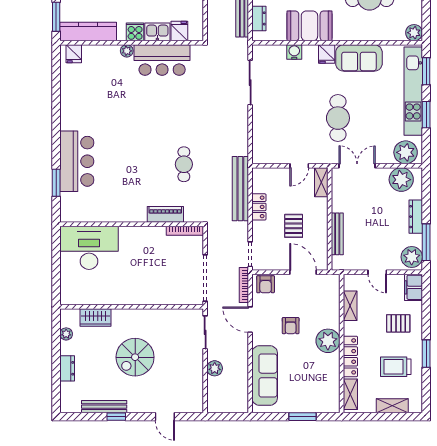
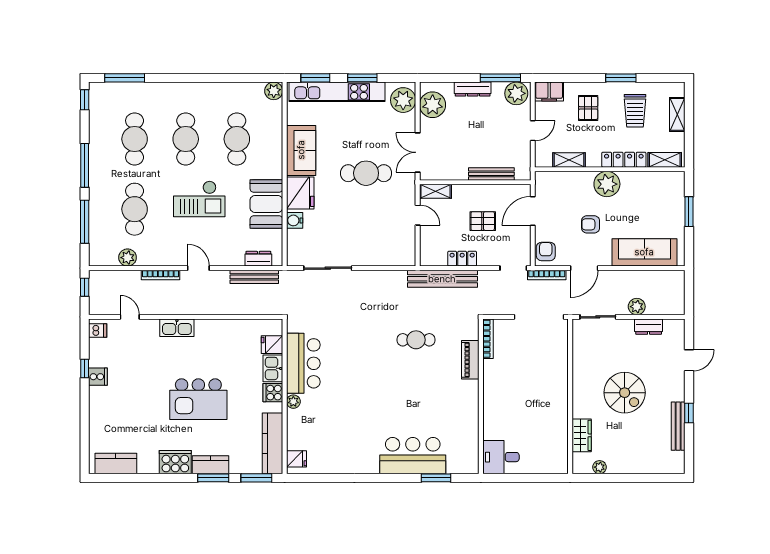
fridge: (327, 54) -> (300, 193), width x1.88, depth x1.34
desk: (89, 248) -> (501, 457), width x0.53, depth x0.77
armchair: (266, 284) -> (546, 251), turned -90
armchair: (291, 326) -> (591, 224), turned 180
dresser: (67, 368) -> (649, 327), moved, turned 180

